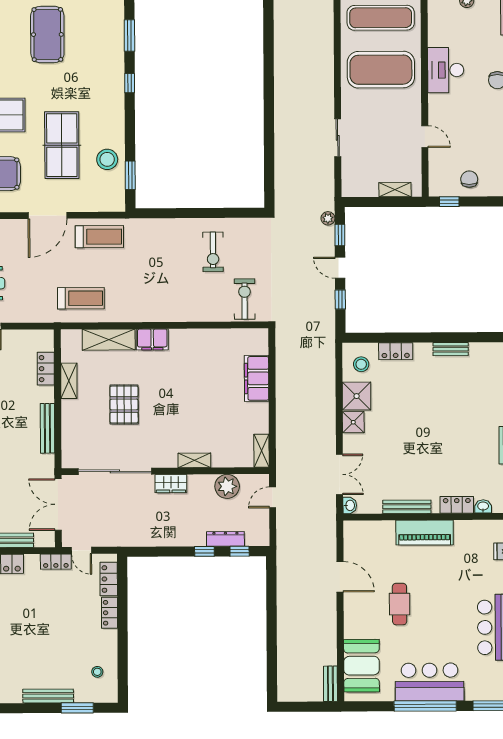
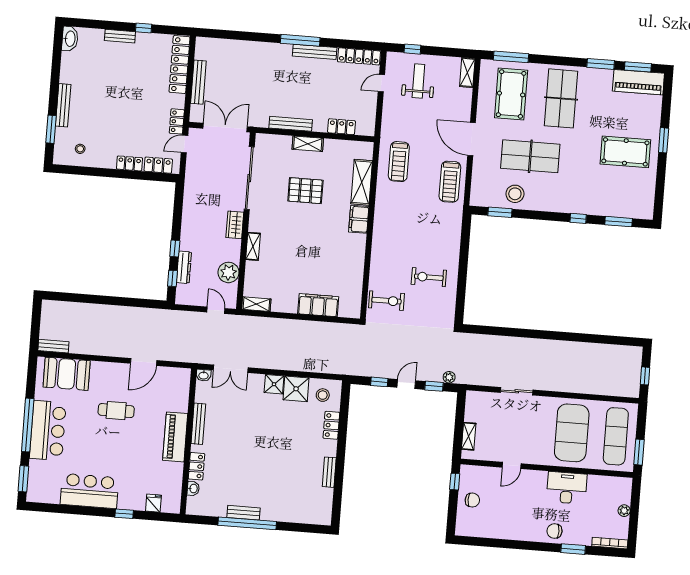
shelving: (69, 381) -> (308, 144), moved

